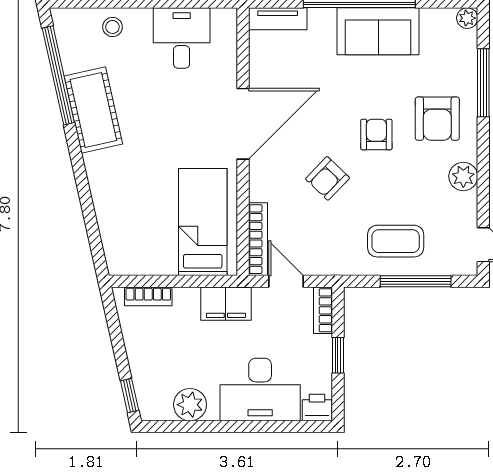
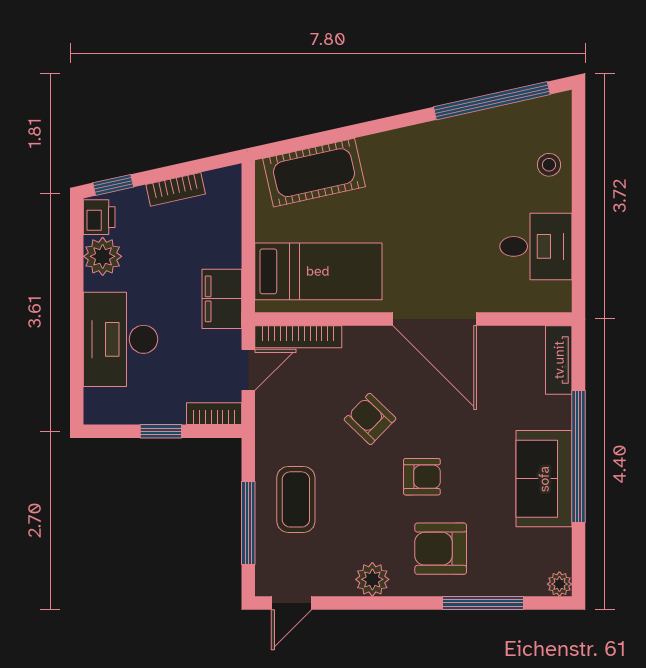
cot: (93, 110) -> (314, 173), moved
bookcase: (148, 296) -> (176, 189), moved, turned -103
printer: (317, 408) -> (99, 217), moved

